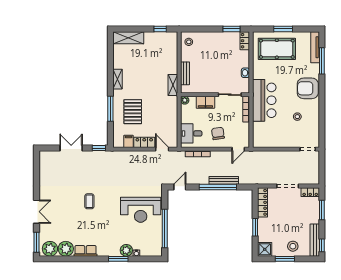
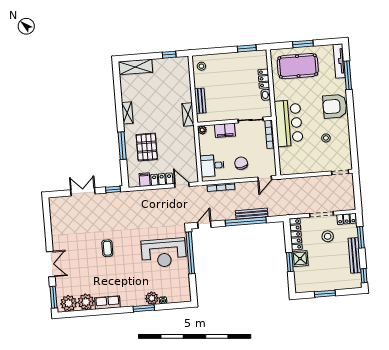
locker: (245, 41) -> (264, 79), moved
window: (165, 228) -> (190, 253), moved
bench: (315, 240) -> (354, 255), moved
stool: (293, 246) -> (328, 236), moved
shower: (265, 249) -> (300, 259), moved

